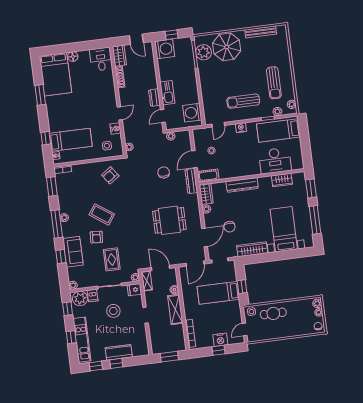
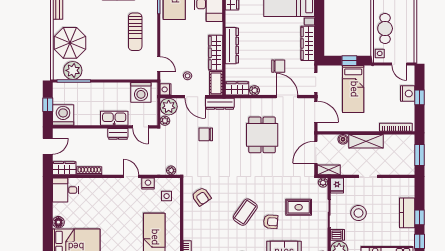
nightstand: (241, 128) -> (165, 89), moved
plant: (183, 138) -> (169, 107), added
wardrobe: (234, 172) -> (216, 53), added

